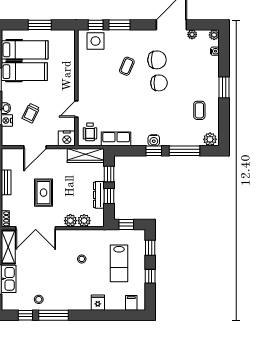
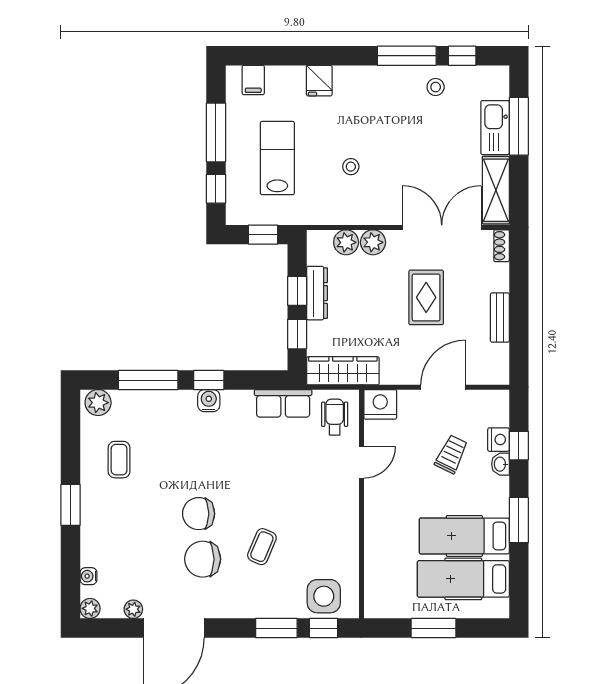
window: (150, 276) -> (216, 132), width x2.17

